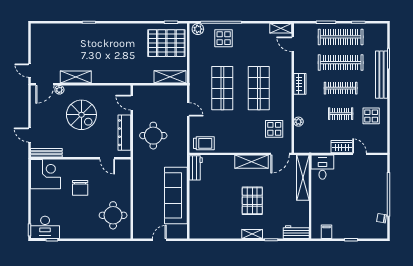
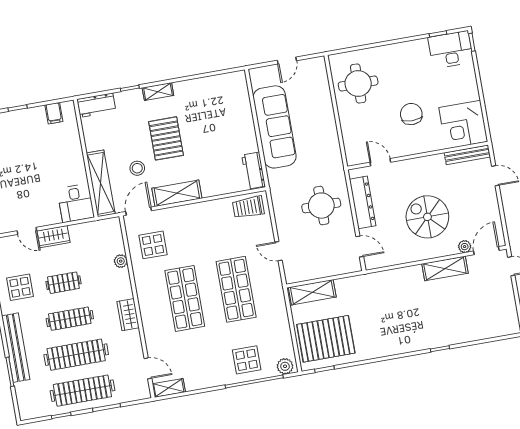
stool: (276, 184) -> (137, 168), added

